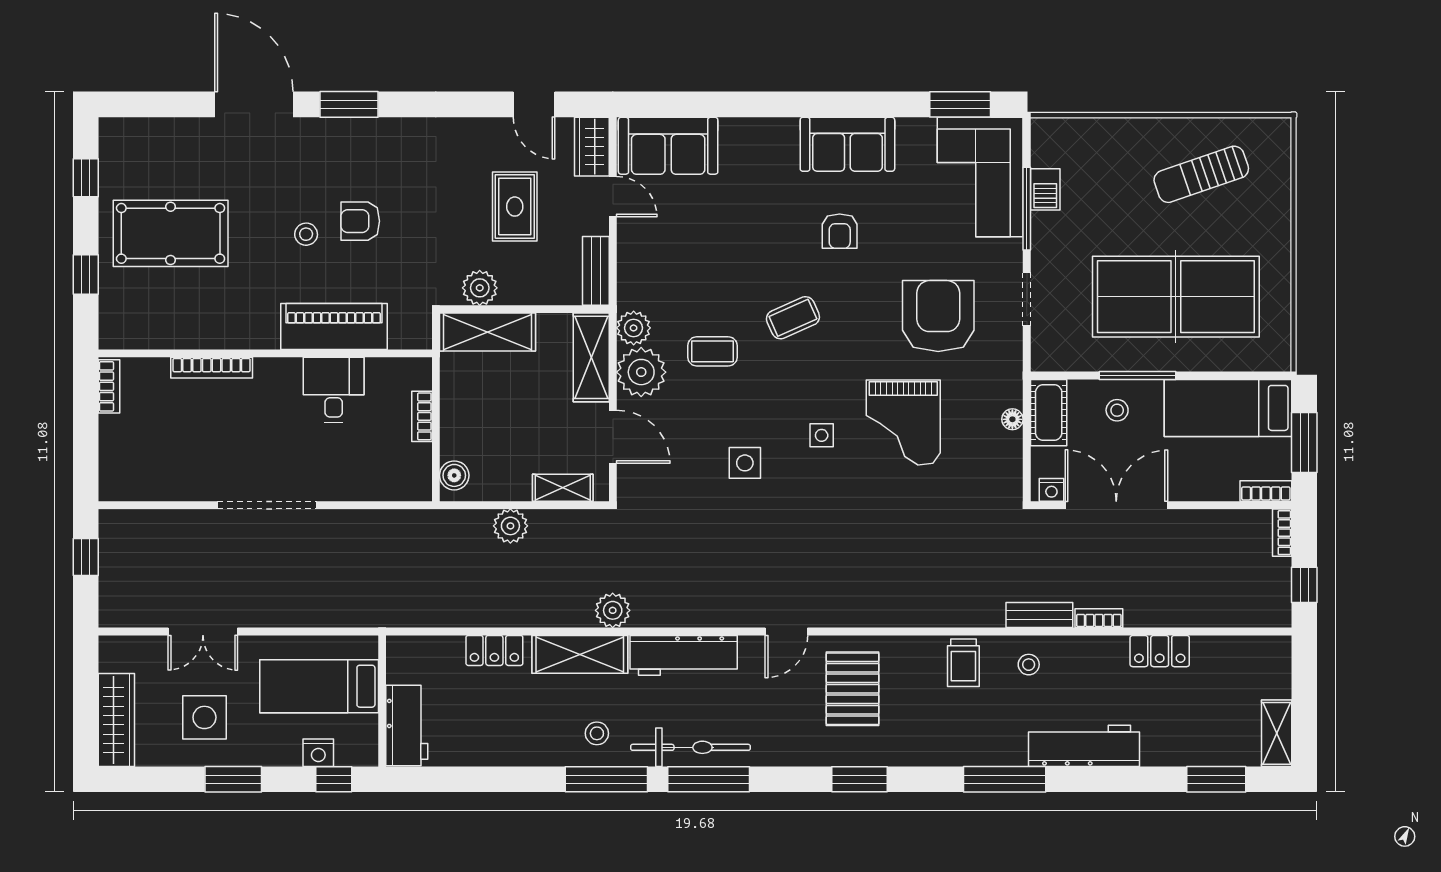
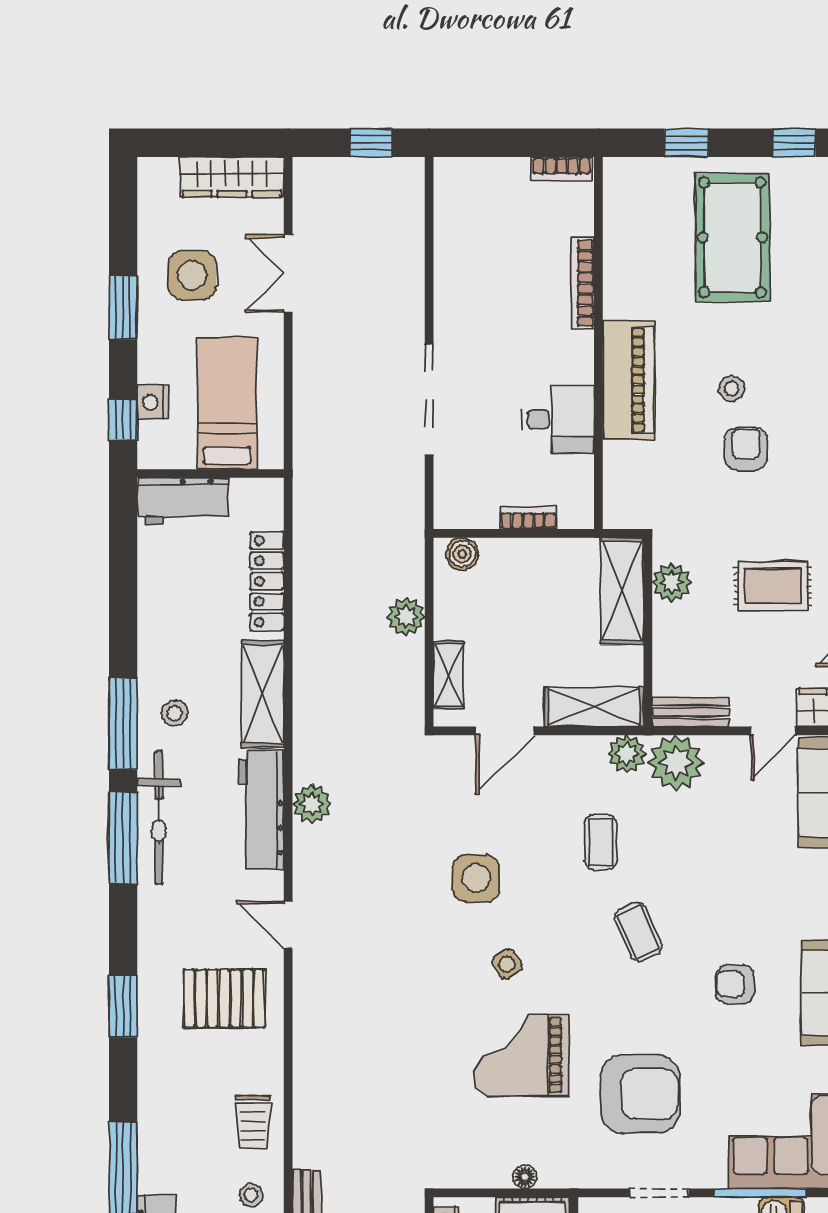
rug: (515, 207) -> (773, 586), moved
piano: (334, 327) -> (628, 380), moved
plant: (641, 372) -> (676, 763), moved
side table: (822, 435) -> (507, 964), turned -31
side table: (745, 463) -> (476, 878), width x1.37, depth x1.37
doorway: (267, 505) -> (429, 399), moved
plant: (613, 610) -> (312, 804), moved
locker: (494, 650) -> (267, 581), width x1.53
trolley: (963, 663) -> (253, 1122), turned -90
wardrobe: (116, 720) -> (232, 177), moved

